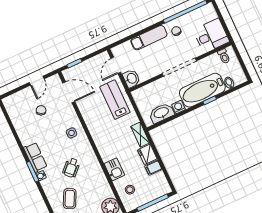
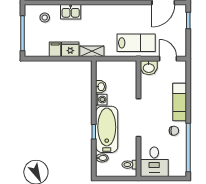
washbasin: (161, 113) -> (101, 87), width x0.52, depth x0.69

